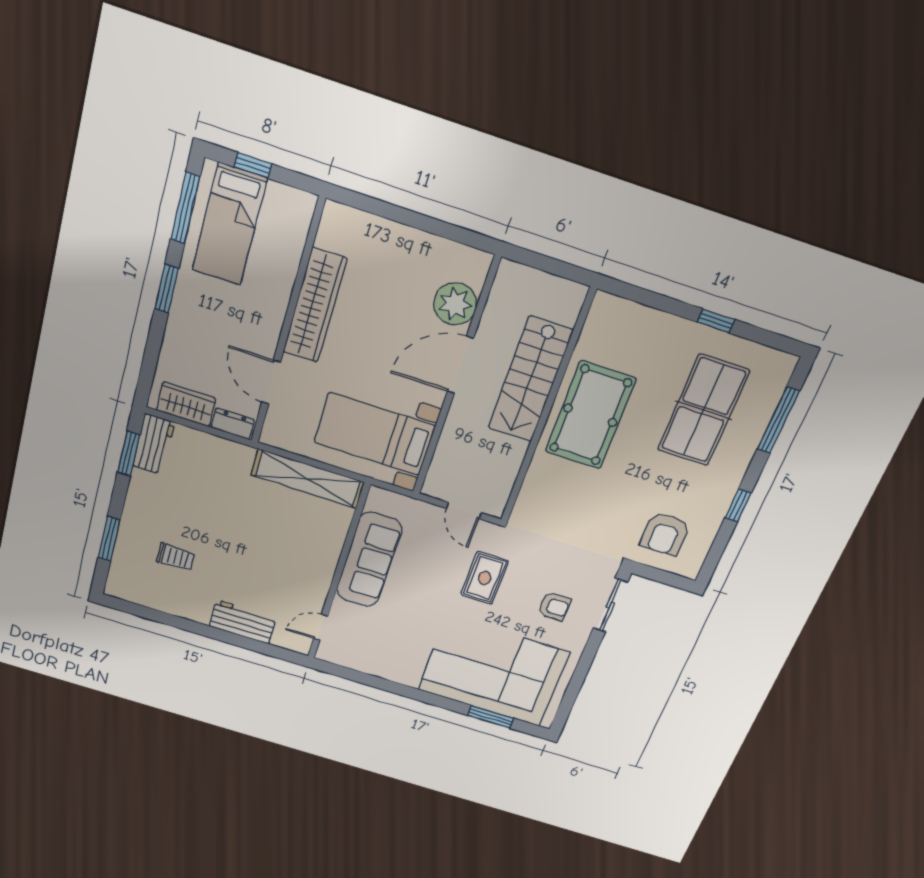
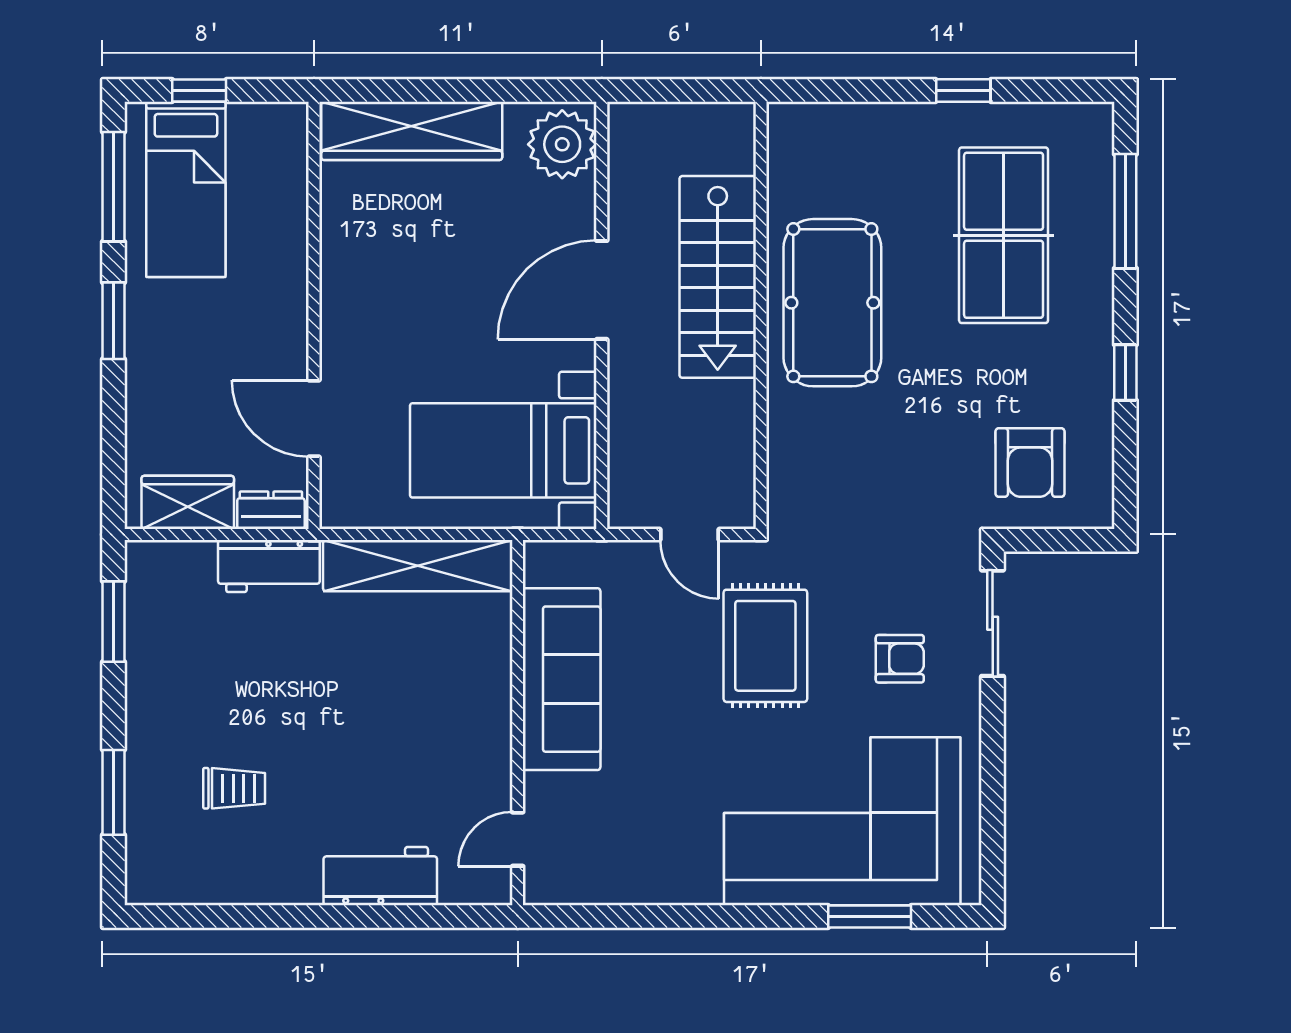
plant: (455, 304) -> (562, 144), moved
wardrobe: (315, 306) -> (412, 131), moved, turned 90
workbench: (154, 444) -> (269, 566), moved, turned 90
rug: (485, 578) -> (765, 646), width x1.36, depth x1.43

